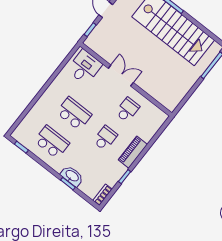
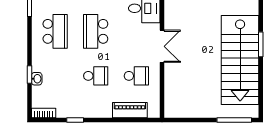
school desk: (74, 114) -> (96, 31), turned 180
piano: (133, 152) -> (130, 110), moved
washbasin: (72, 176) -> (37, 79), width x0.52, depth x0.69

